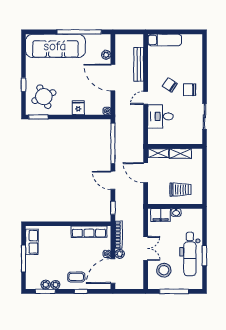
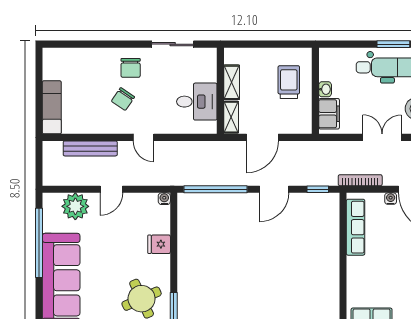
plant: (106, 55) -> (75, 206), width x1.88, depth x1.88
door: (113, 78) -> (111, 189), width x0.53
desk: (160, 116) -> (197, 102), moved, turned -90
plant: (120, 254) -> (391, 179), removed

